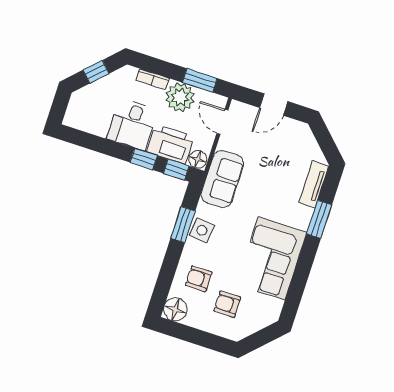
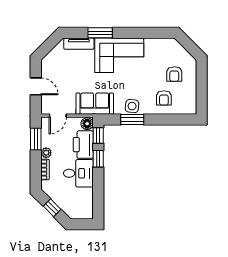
plant: (180, 97) -> (46, 153), width x0.53, depth x0.53
corner sofa: (272, 258) -> (119, 55), moved
floor lamp: (175, 309) -> (189, 106), removed

